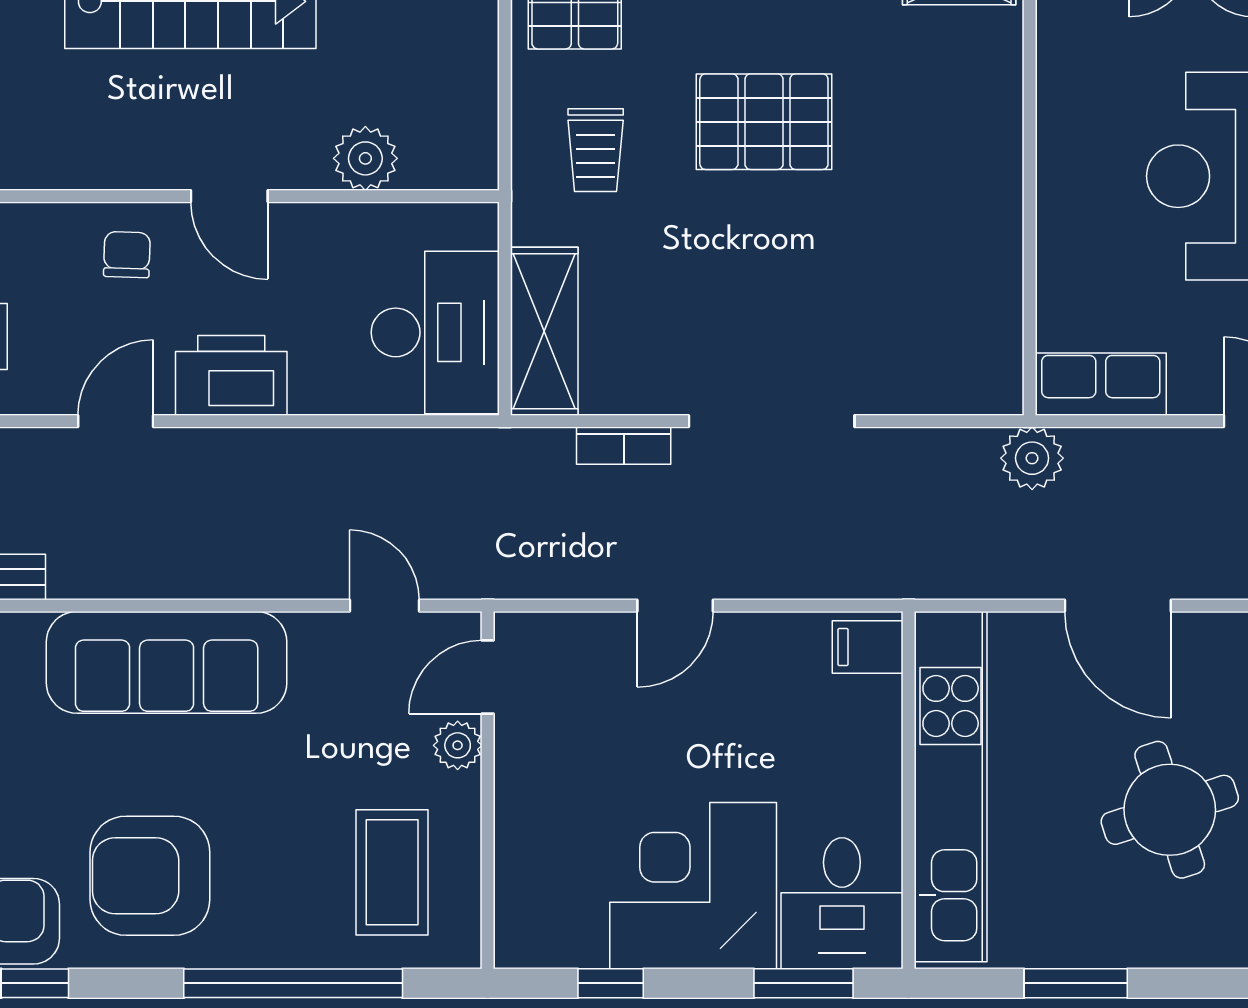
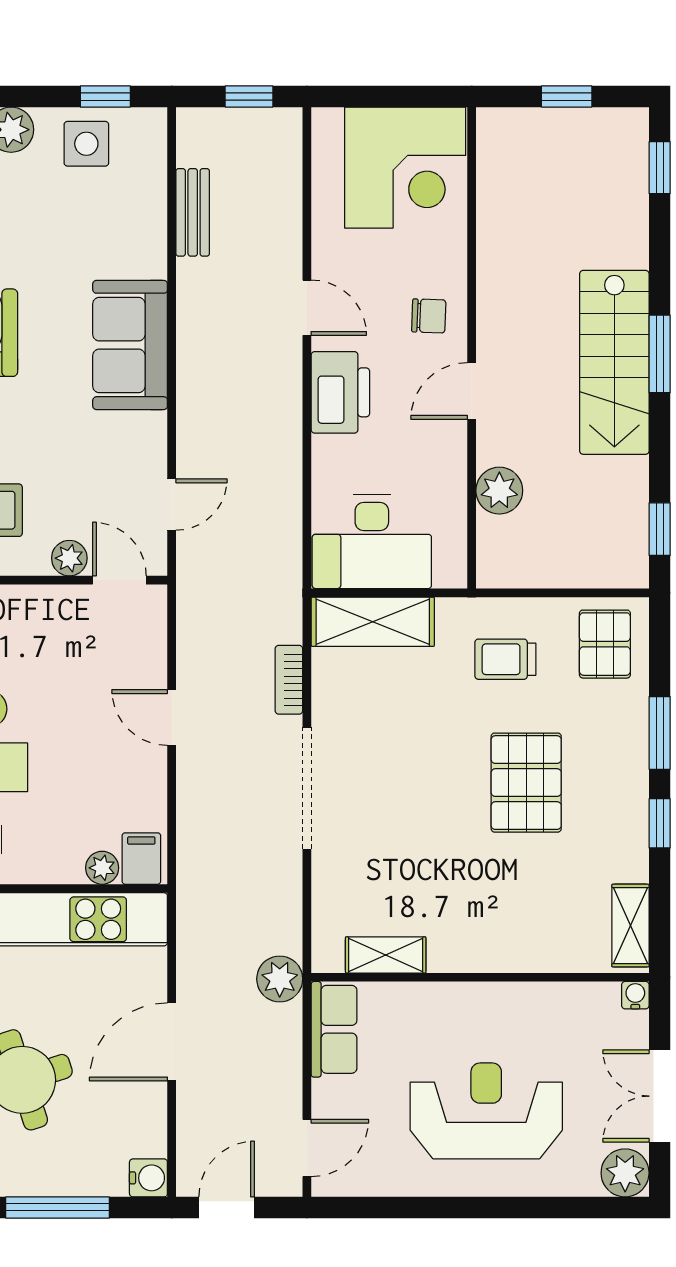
shelving: (999, 313) -> (386, 955), added
sofa: (167, 662) -> (130, 345), width x0.73
plant: (880, 701) -> (102, 868), added

